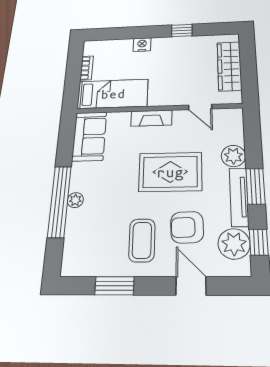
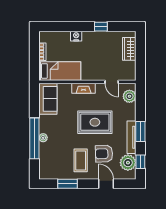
wardrobe: (229, 66) -> (129, 49), width x0.67
plant: (233, 156) -> (129, 96), moved

